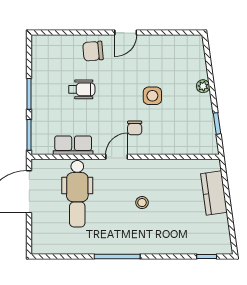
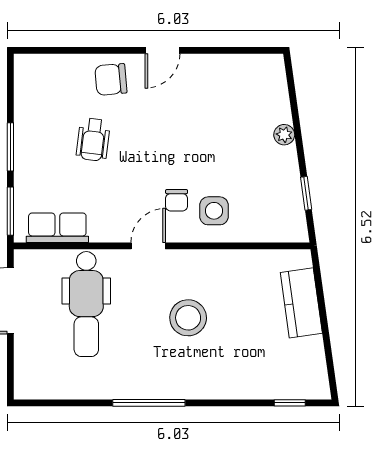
wheelchair: (82, 89) -> (93, 140), turned 97
side table: (152, 96) -> (214, 211), moved
row of seats: (73, 145) -> (57, 228), moved
stool: (142, 203) -> (188, 318), width x1.89, depth x1.89

